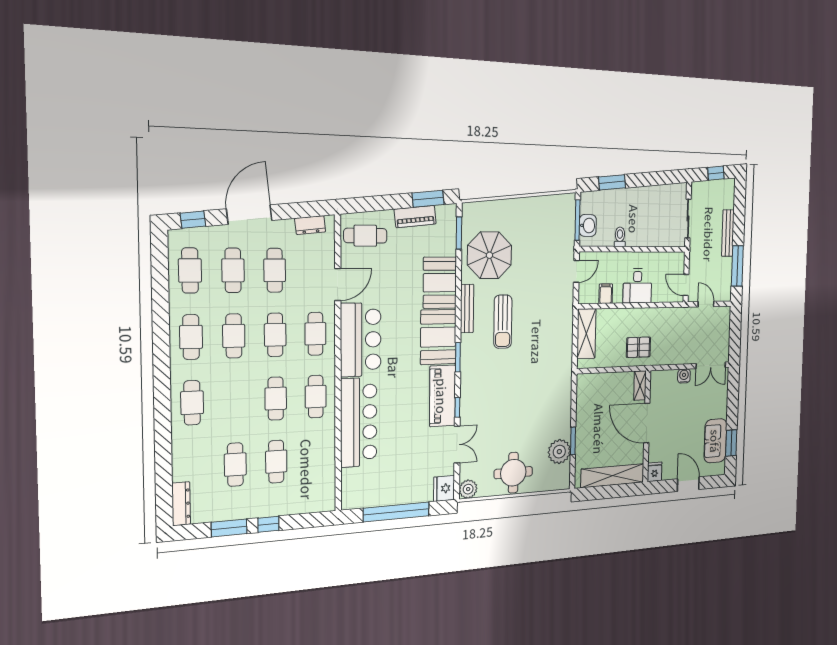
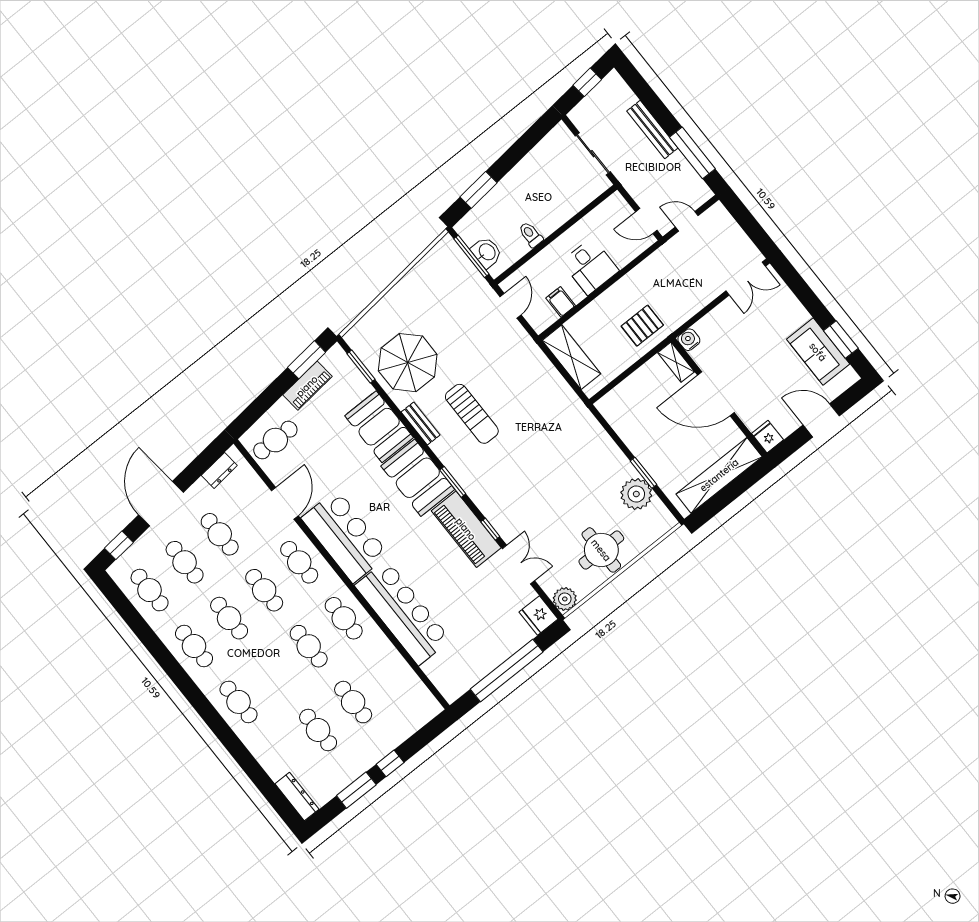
bench: (467, 309) -> (421, 423), width x0.73
water cooler: (684, 376) -> (689, 340), moved

